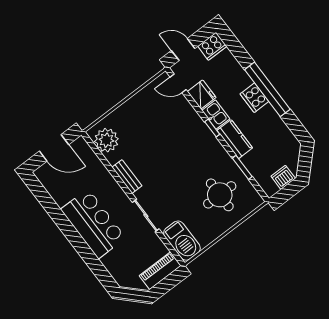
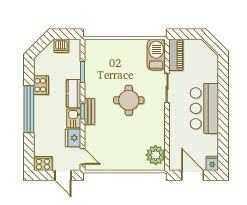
cooker: (254, 98) -> (41, 85), moved
fridge: (44, 175) -> (212, 163), added
bench: (127, 177) -> (89, 112), moved
round table: (220, 195) -> (129, 100), moved
piano: (160, 271) -> (176, 55), moved, turned -90

